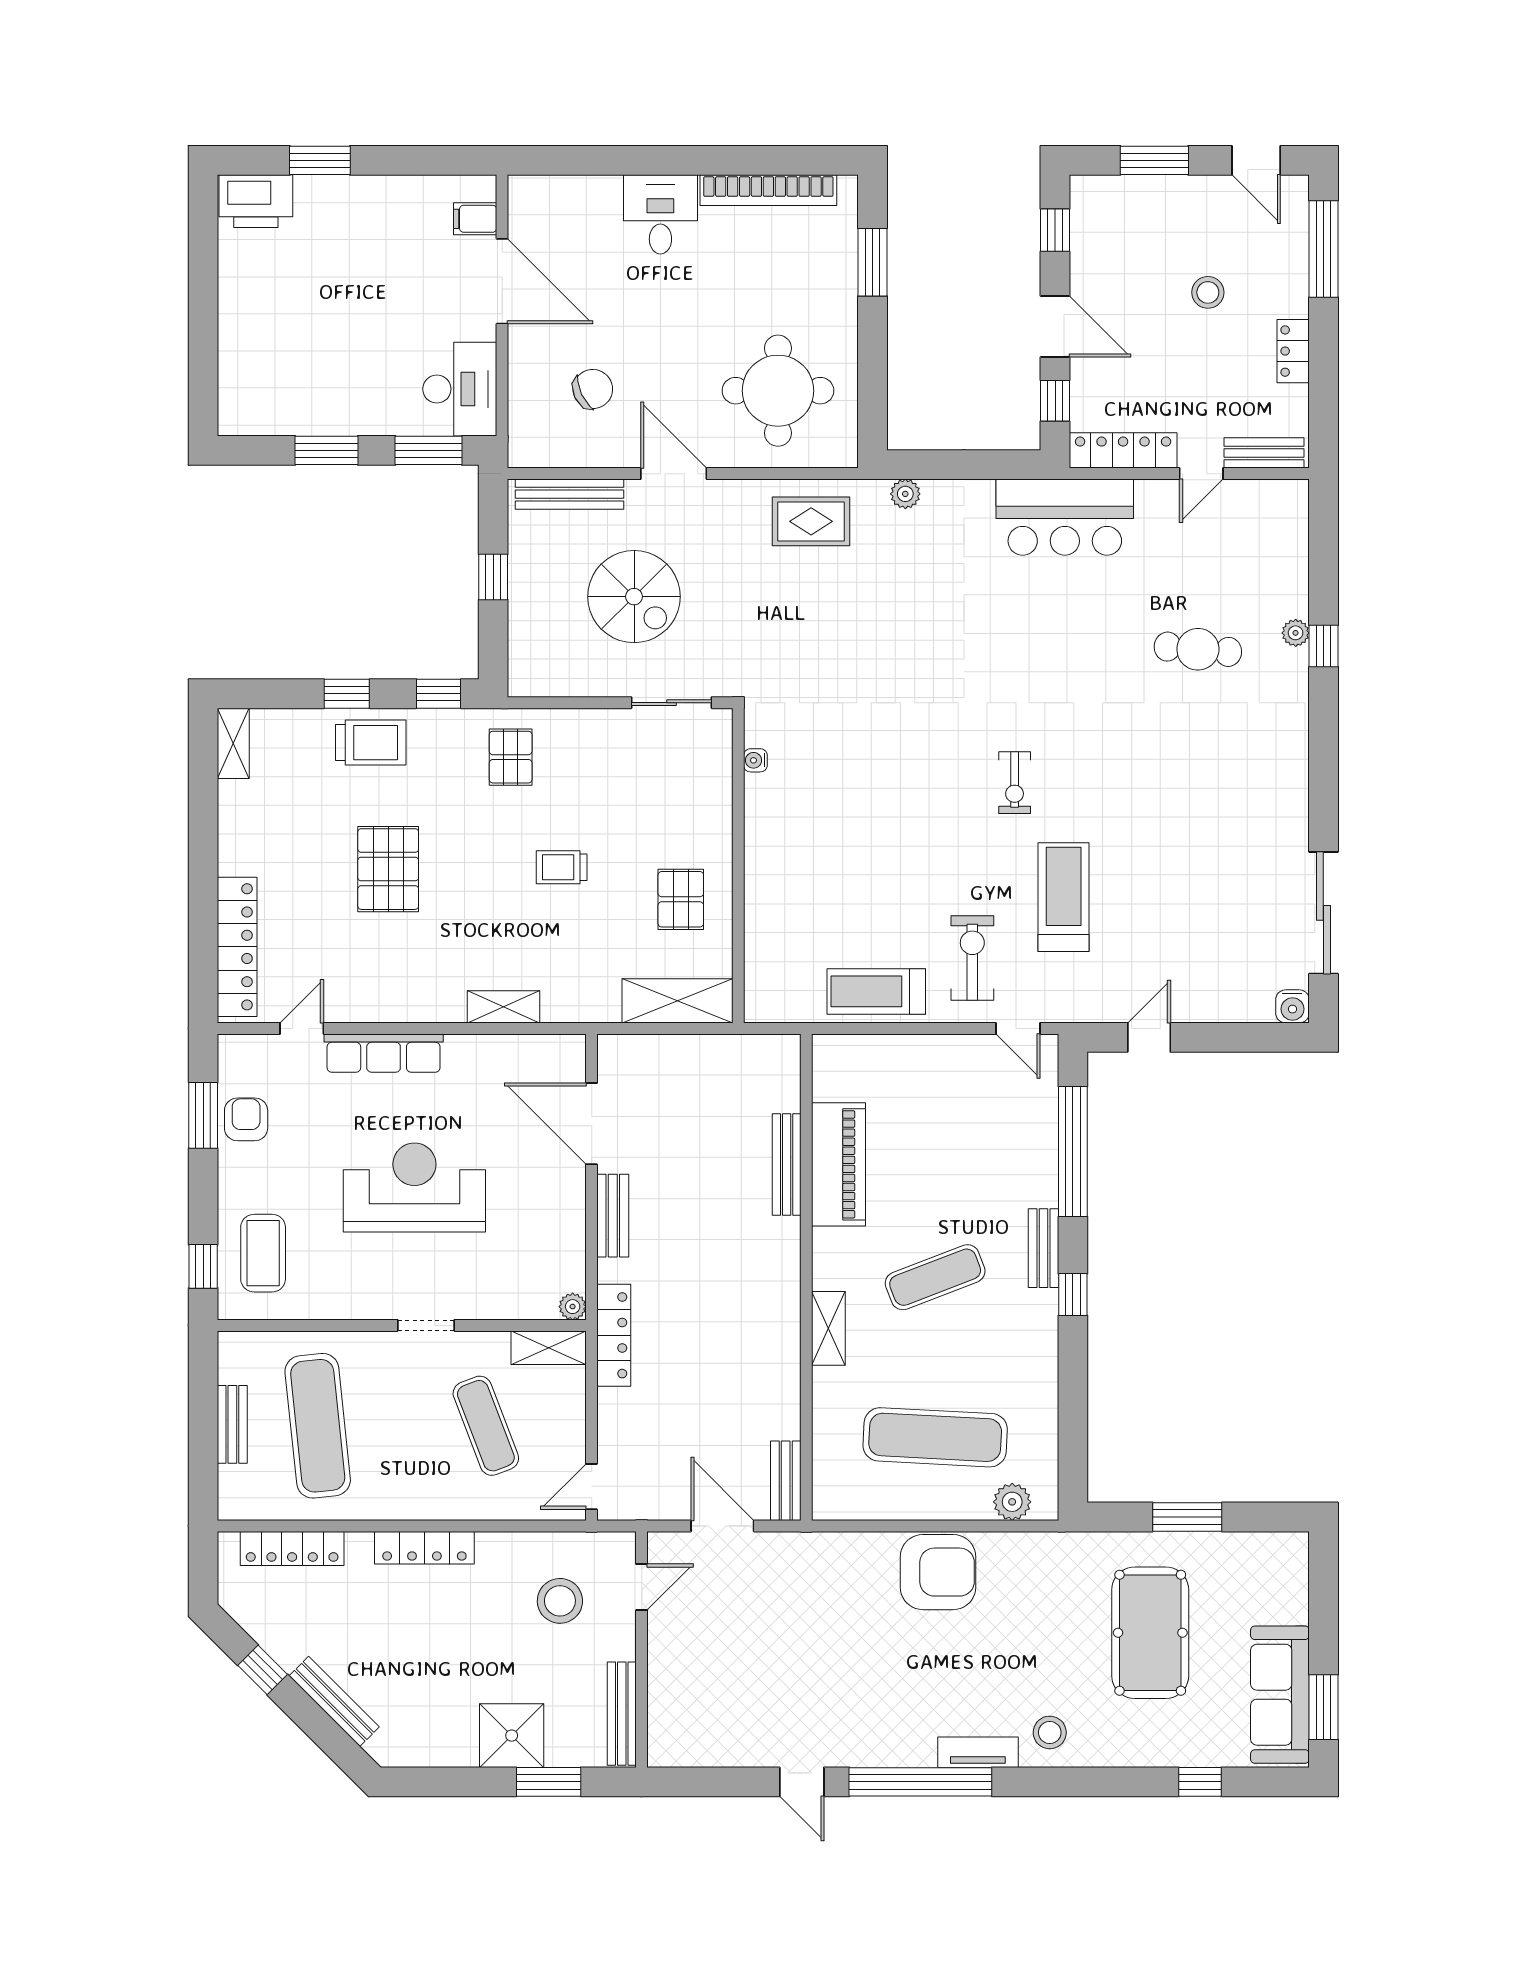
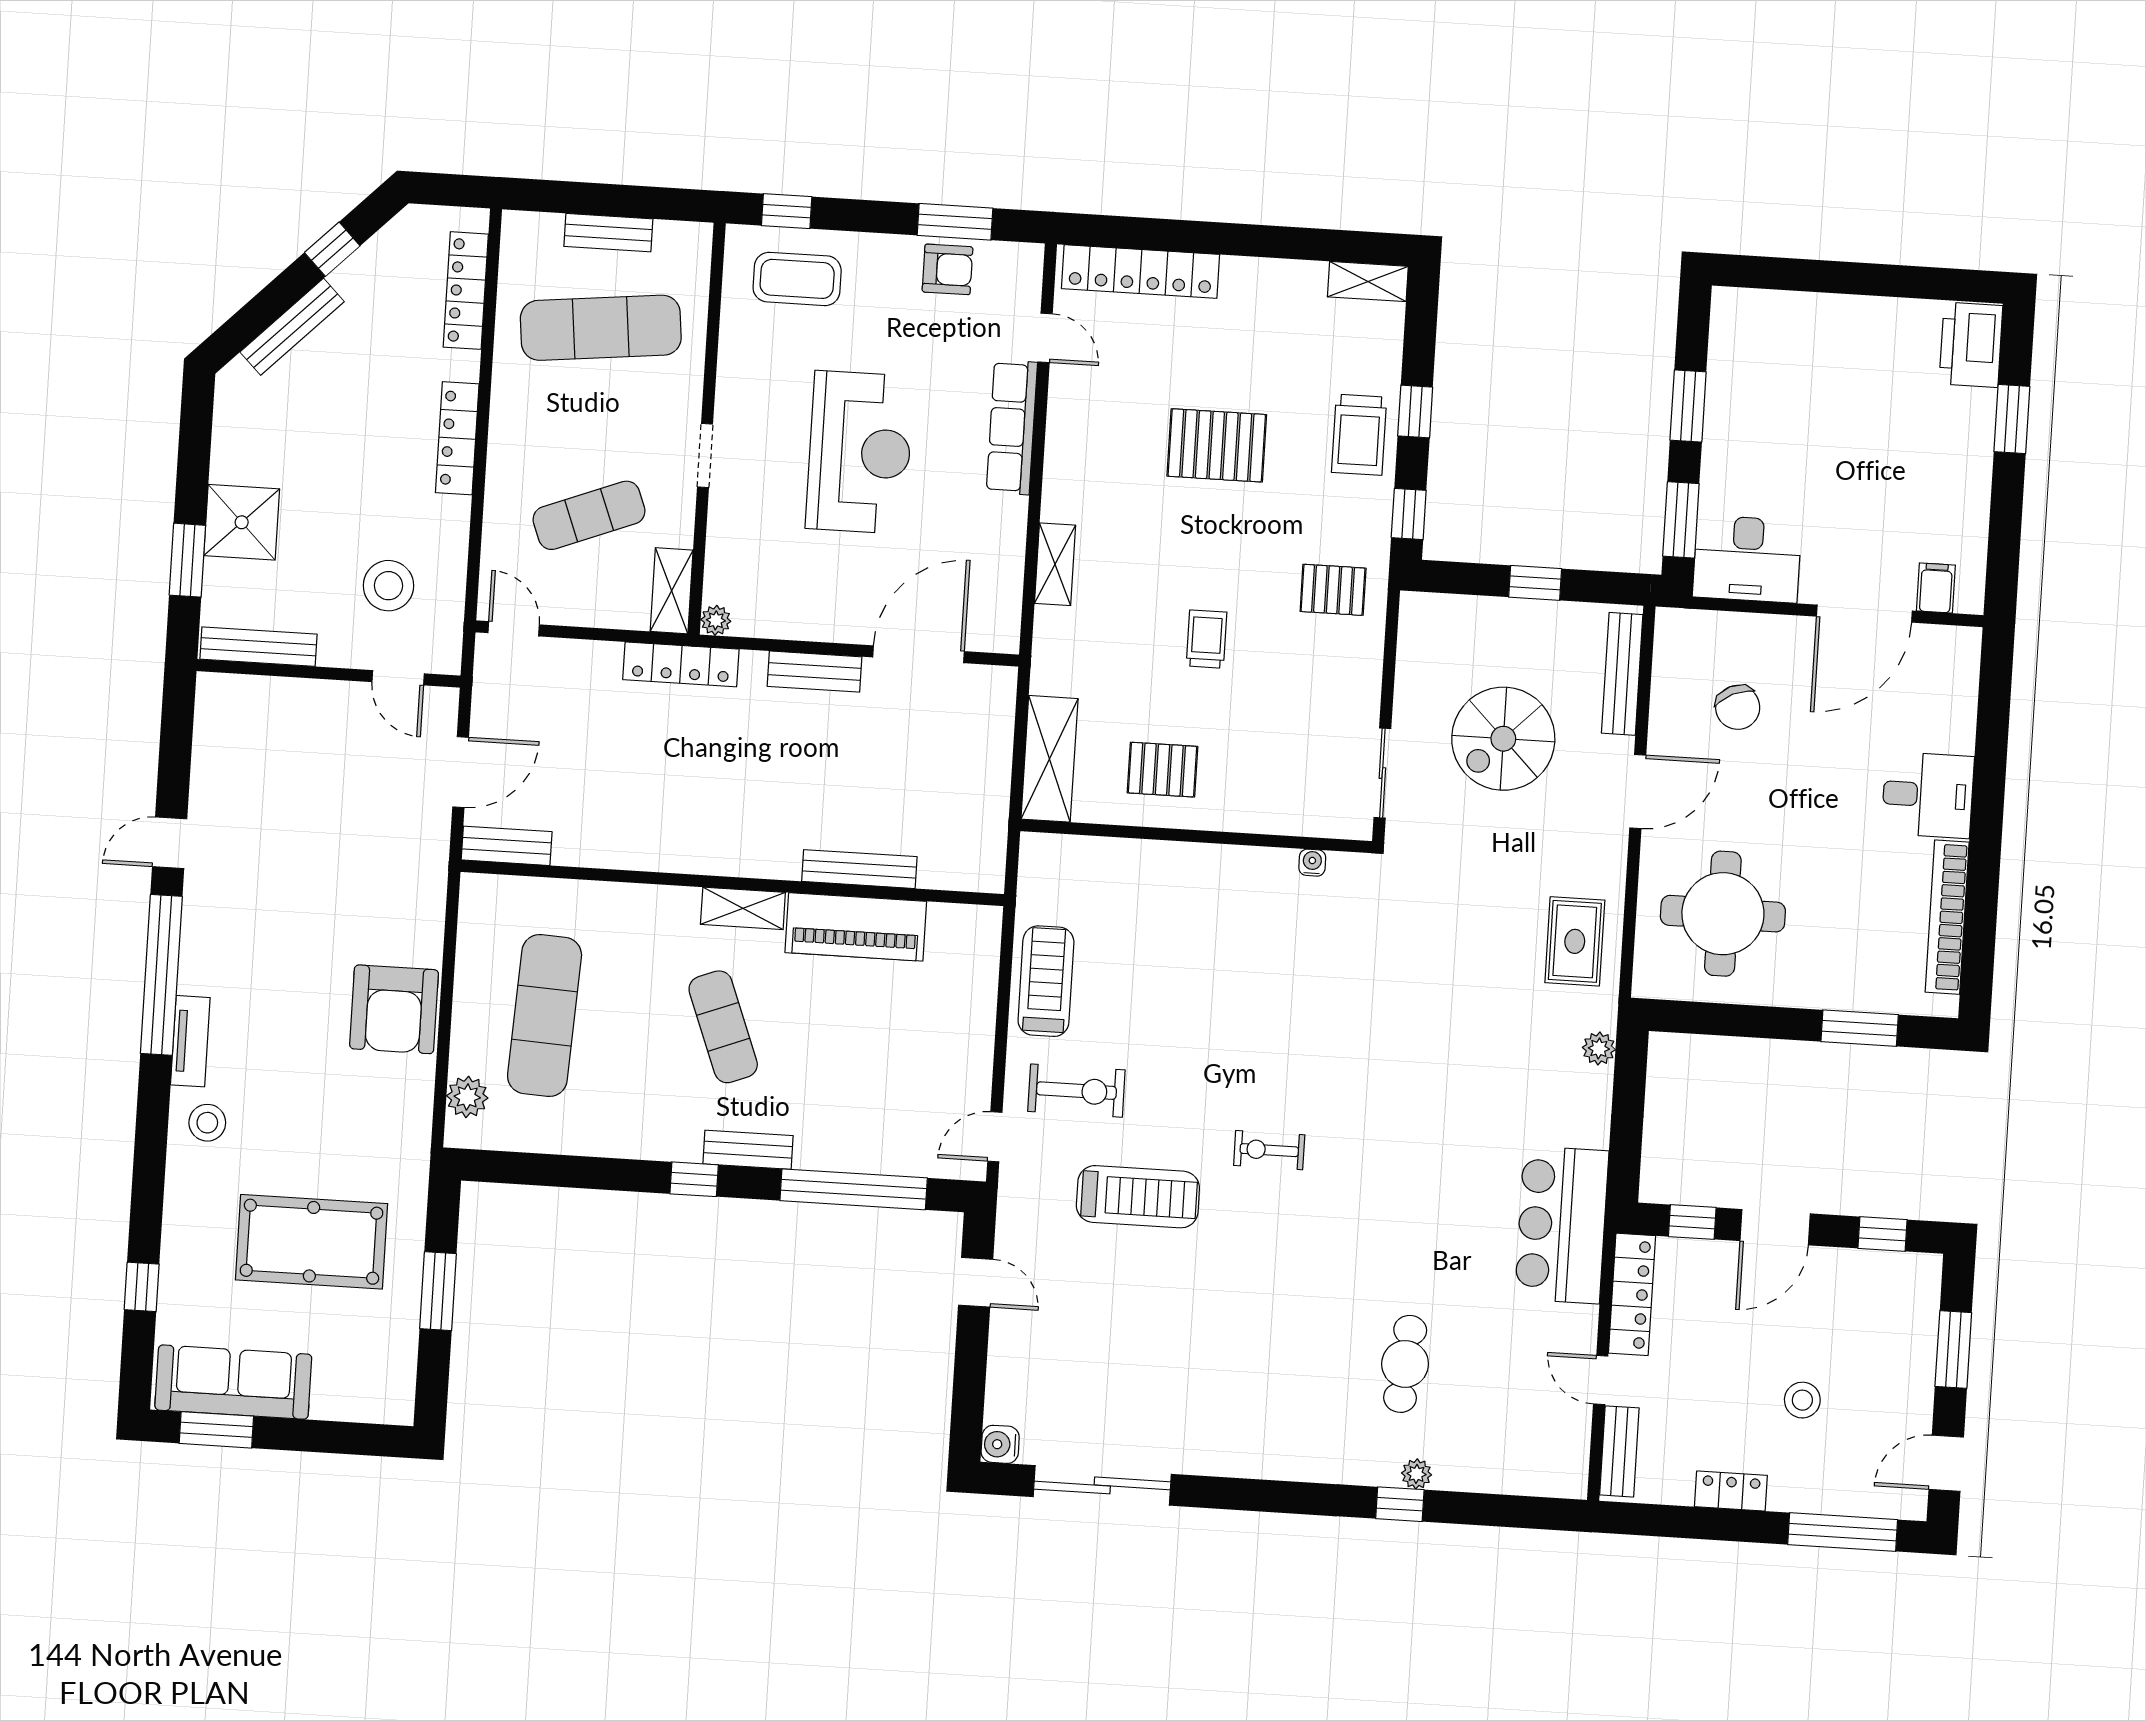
shelving: (828, 1328) -> (743, 908), moved

